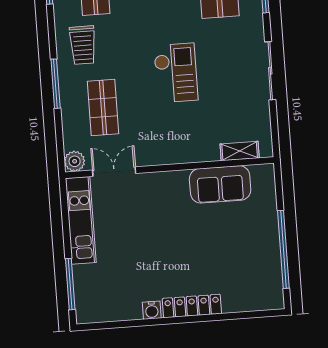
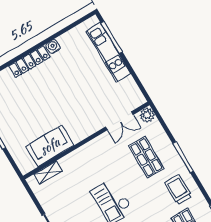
kitchen unit: (81, 220) -> (108, 52), moved

